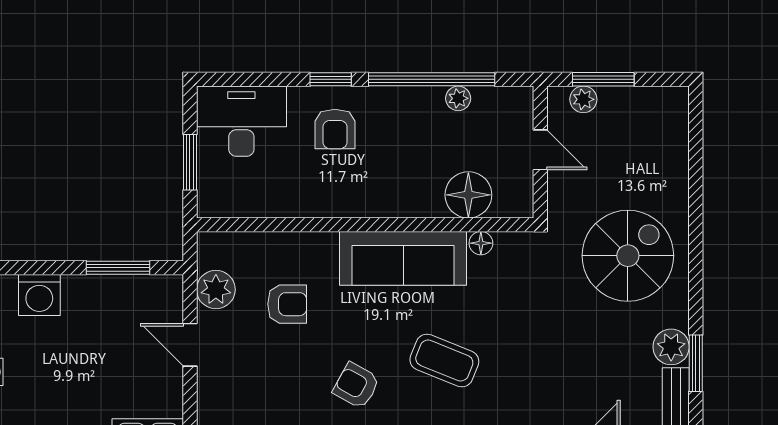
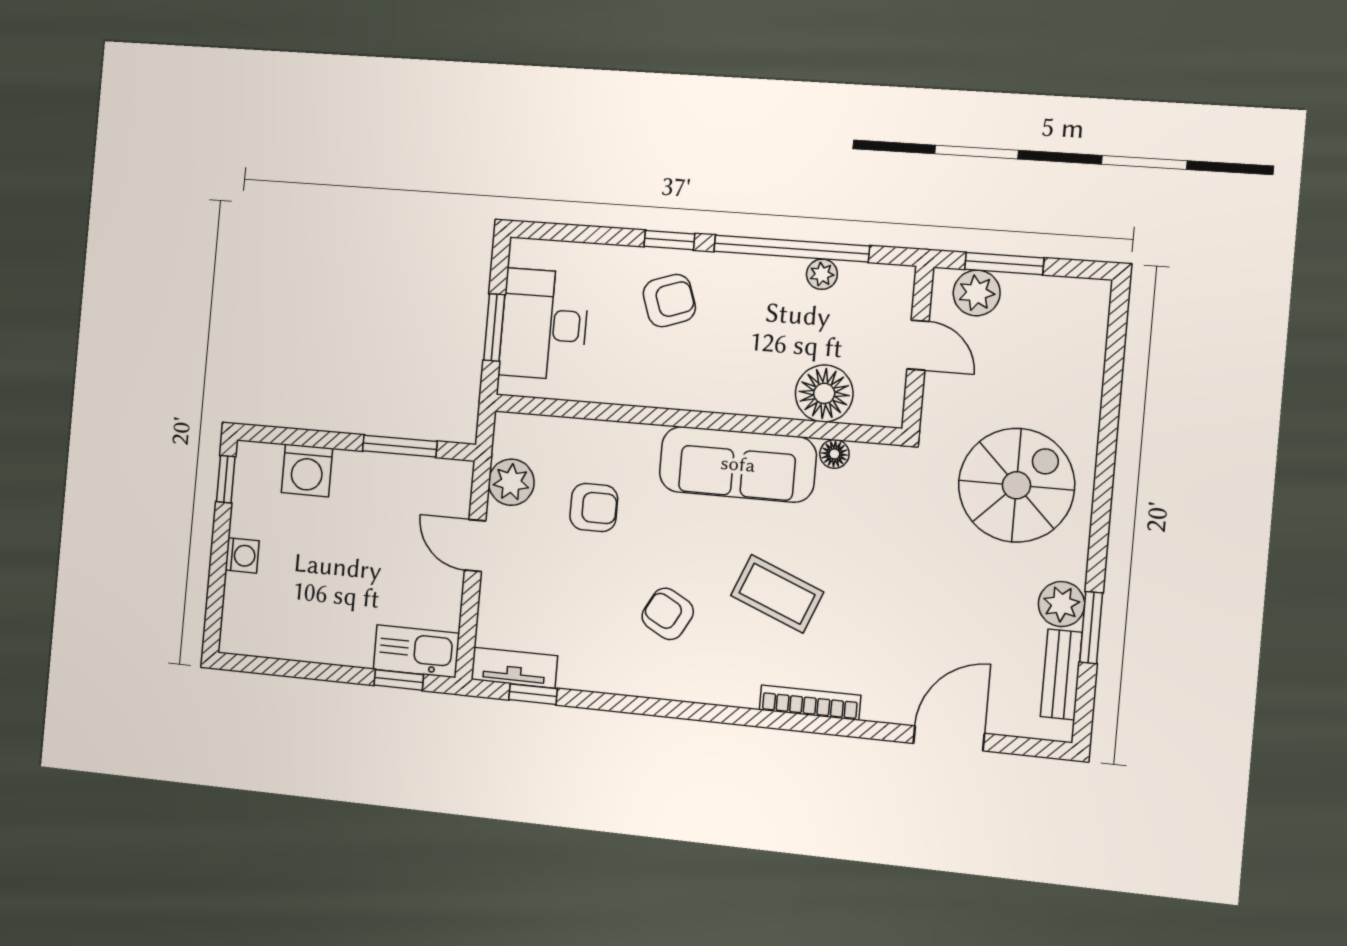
plant: (583, 99) -> (977, 293), width x1.38, depth x1.38
desk: (241, 121) -> (544, 324), moved, turned -90
armchair: (335, 129) -> (669, 301), turned -109

